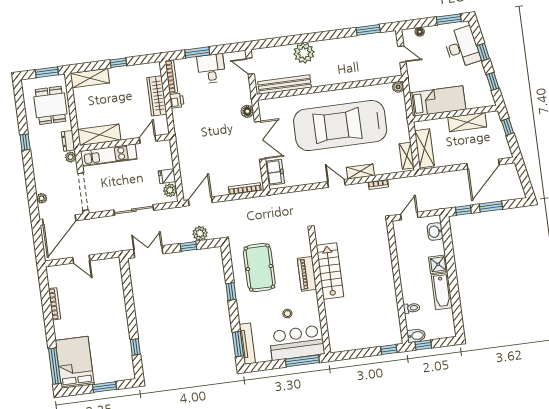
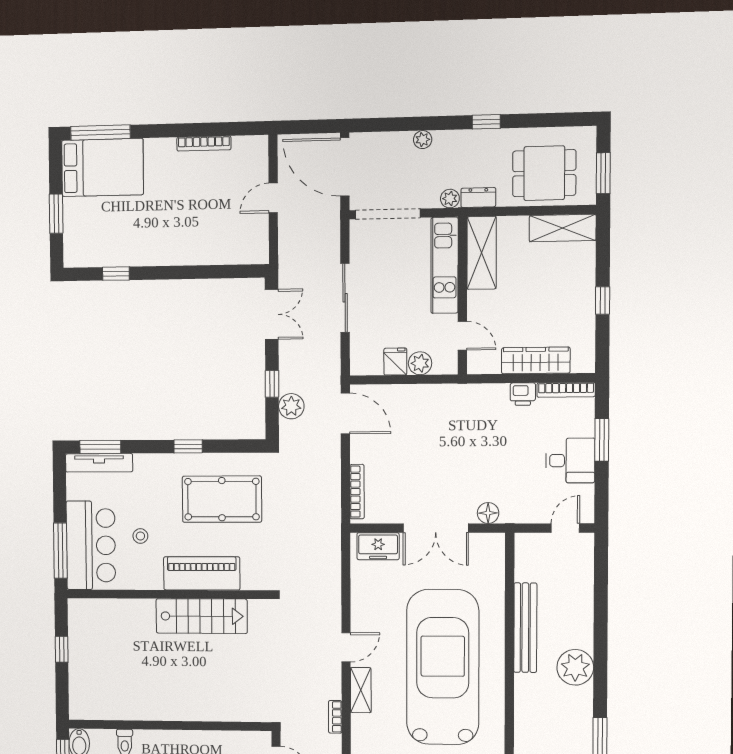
plant: (304, 53) -> (575, 667), moved
shelving: (90, 78) -> (563, 228), moved, turned 90
bench: (285, 85) -> (525, 628), moved
plant: (170, 190) -> (420, 363), moved
plant: (42, 198) -> (423, 140), moved
piano: (307, 274) -> (202, 573), width x1.37, depth x1.33
window: (389, 349) -> (62, 649), moved

